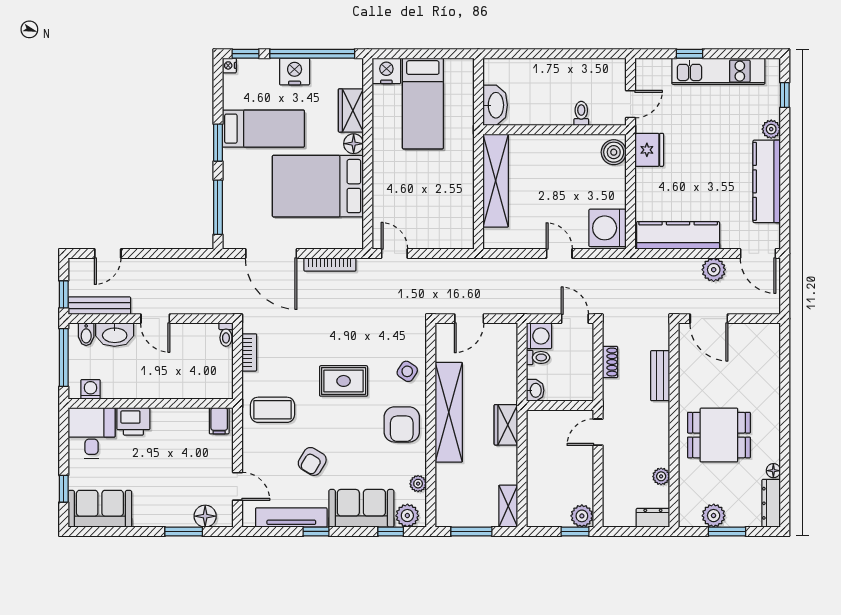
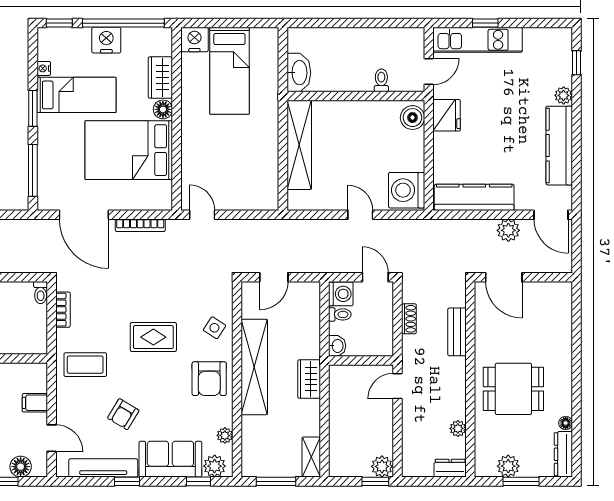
nightstand: (229, 65) -> (44, 68), moved
kitchen unit: (718, 71) -> (478, 40), moved
filing cabinet: (219, 421) -> (35, 403), moved, turned 90

